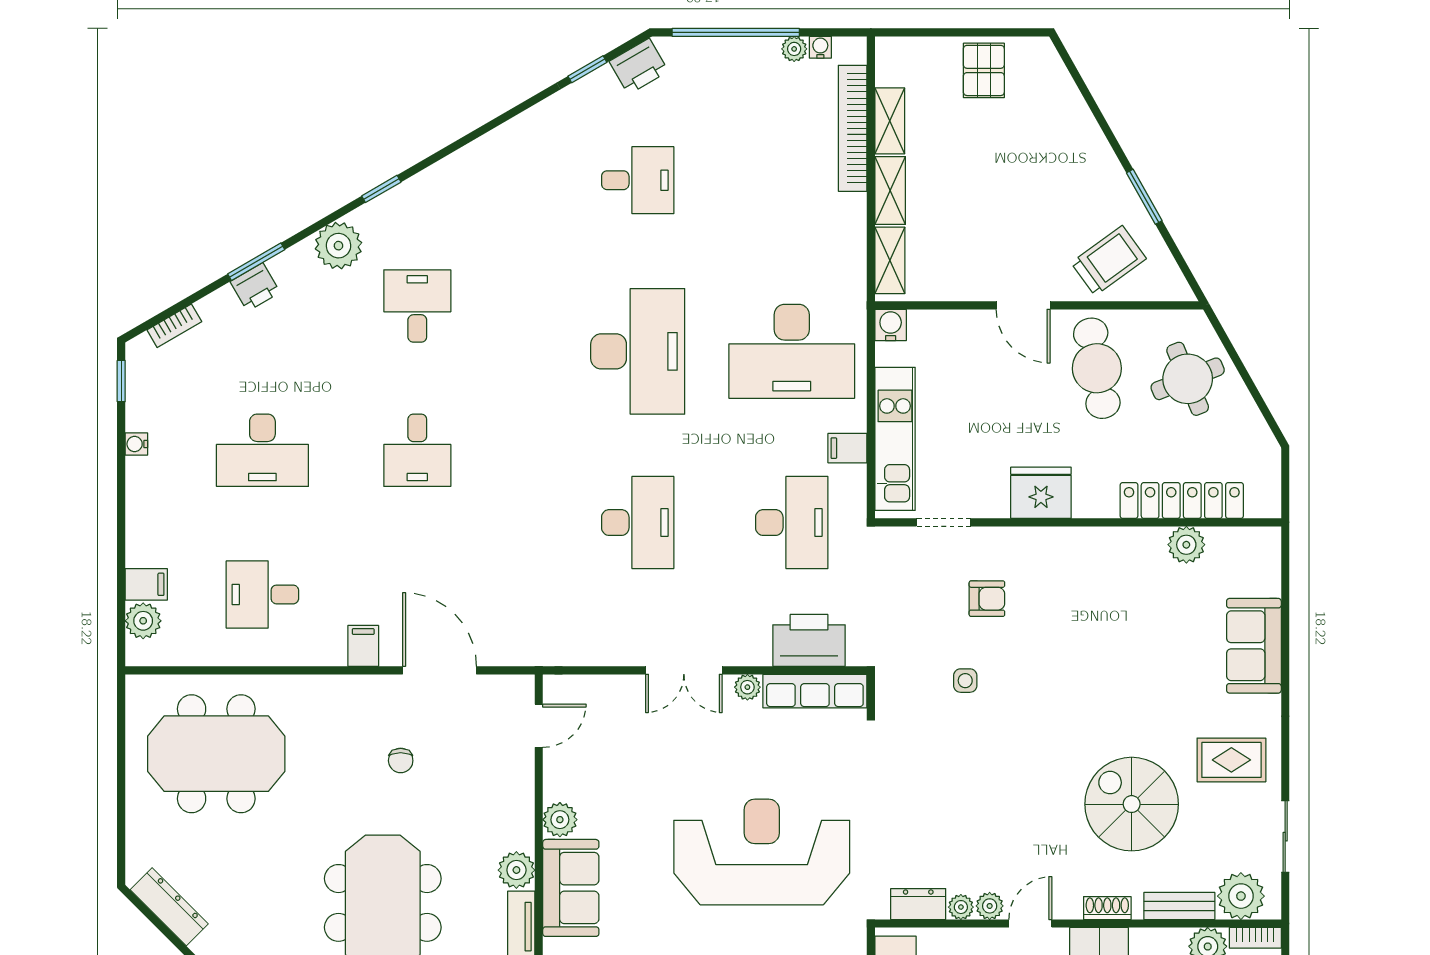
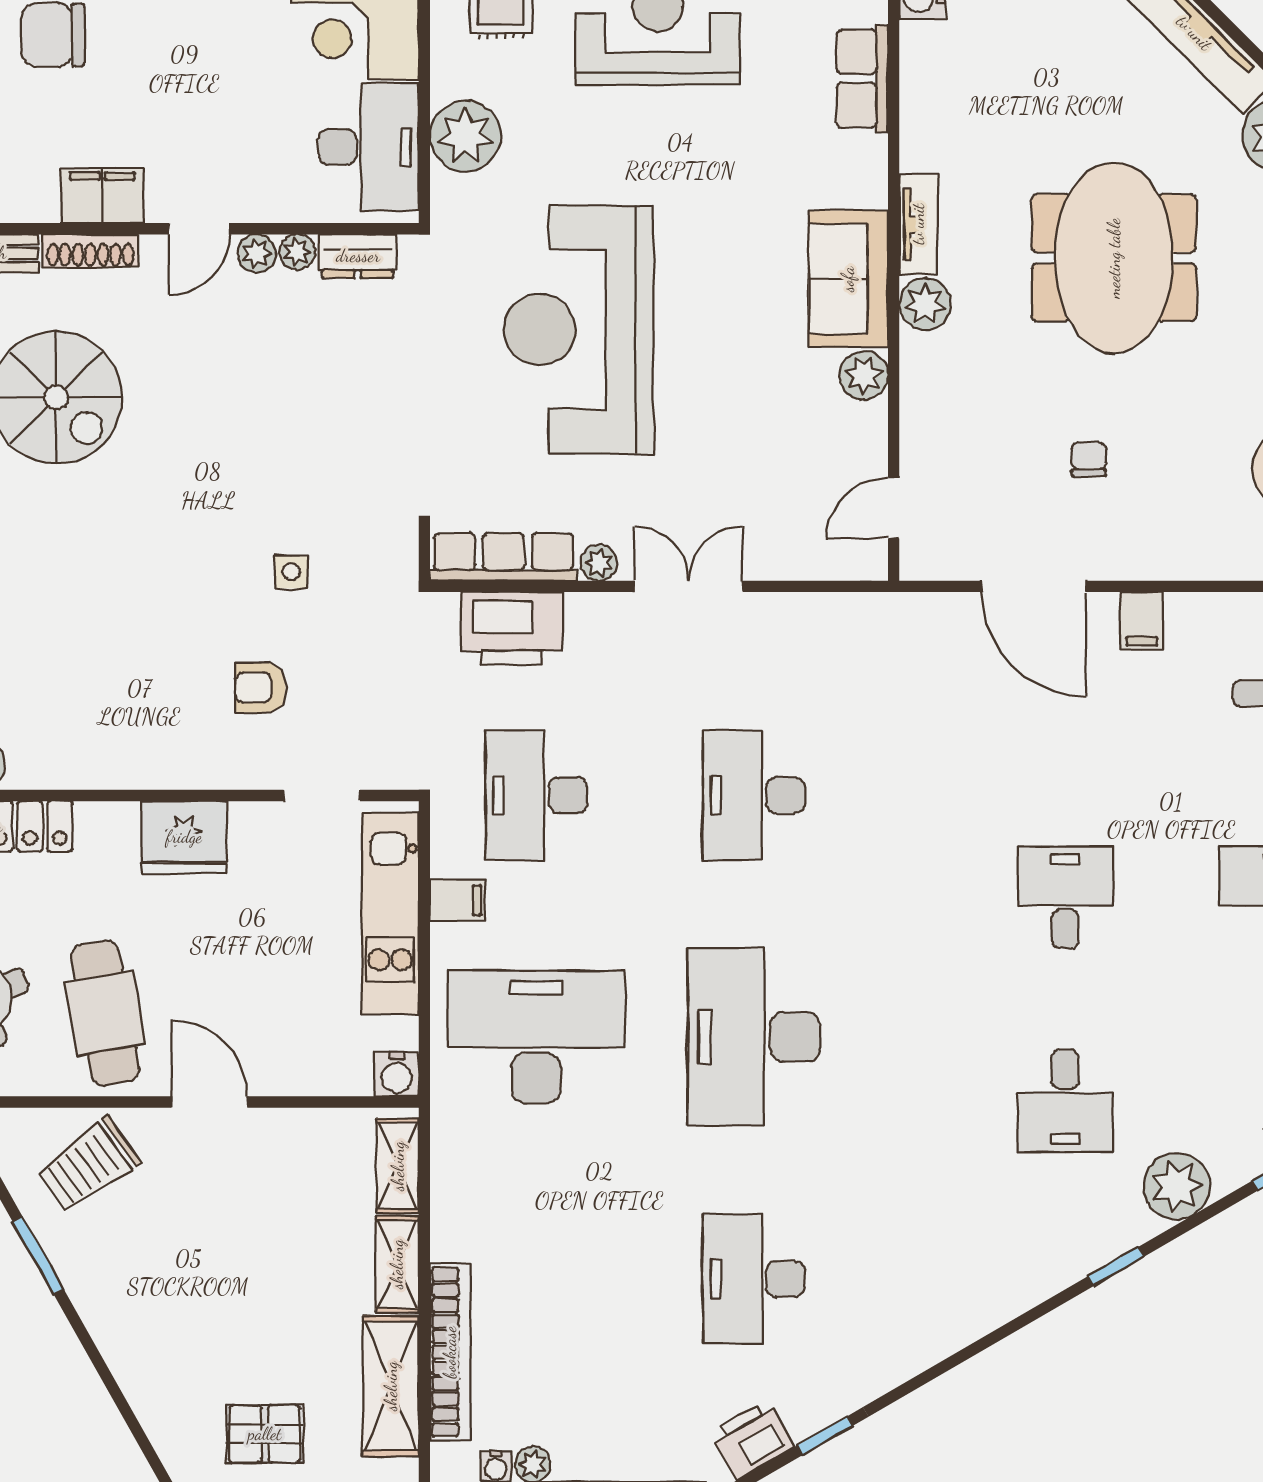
pallet: (984, 70) -> (265, 1434), turned 90
shelving: (890, 121) -> (391, 1386), width x1.50, depth x1.33
desk: (638, 180) -> (754, 1279), width x1.37
reception desk: (762, 852) -> (579, 330), turned 90
shoe rack: (1107, 908) -> (90, 251), width x1.43

